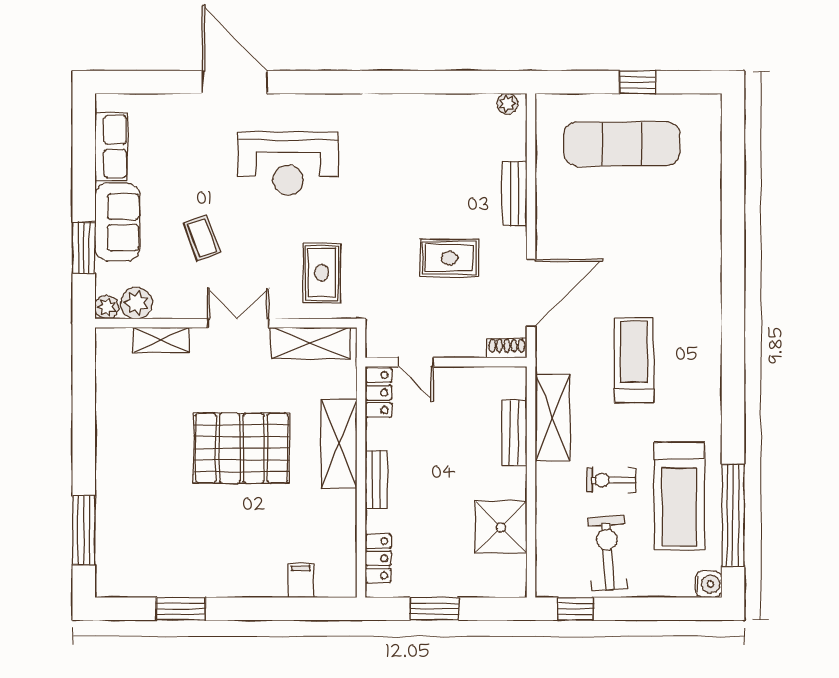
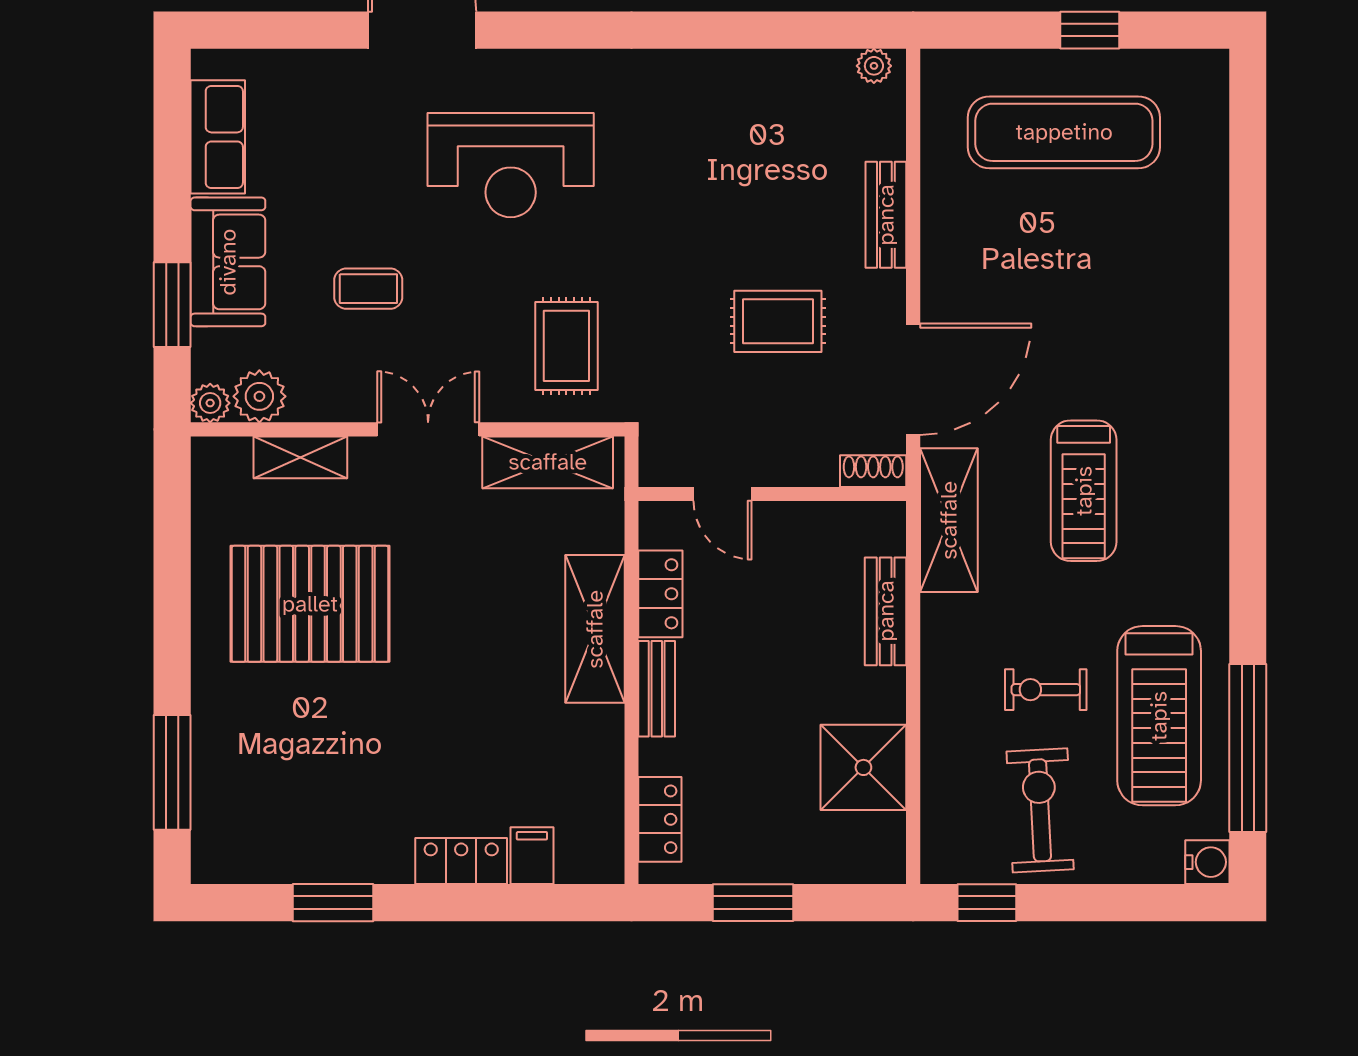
coffee table: (202, 238) -> (368, 289), turned -70
treadmill: (634, 360) -> (1084, 491), turned 180
locker: (378, 393) -> (660, 594), moved
shelving: (553, 417) -> (949, 520), moved
pallet: (242, 448) -> (310, 604), moved
locker: (258, 584) -> (461, 861), added

